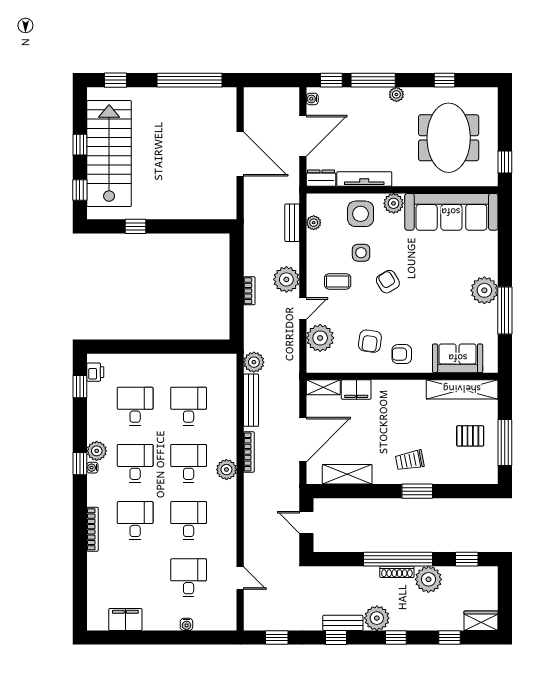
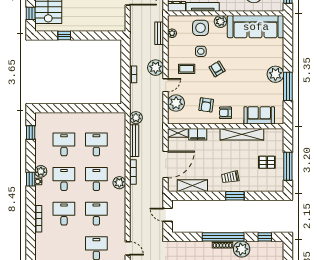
printer: (95, 372) -> (40, 124), removed
shelving: (462, 389) -> (242, 134), moved

